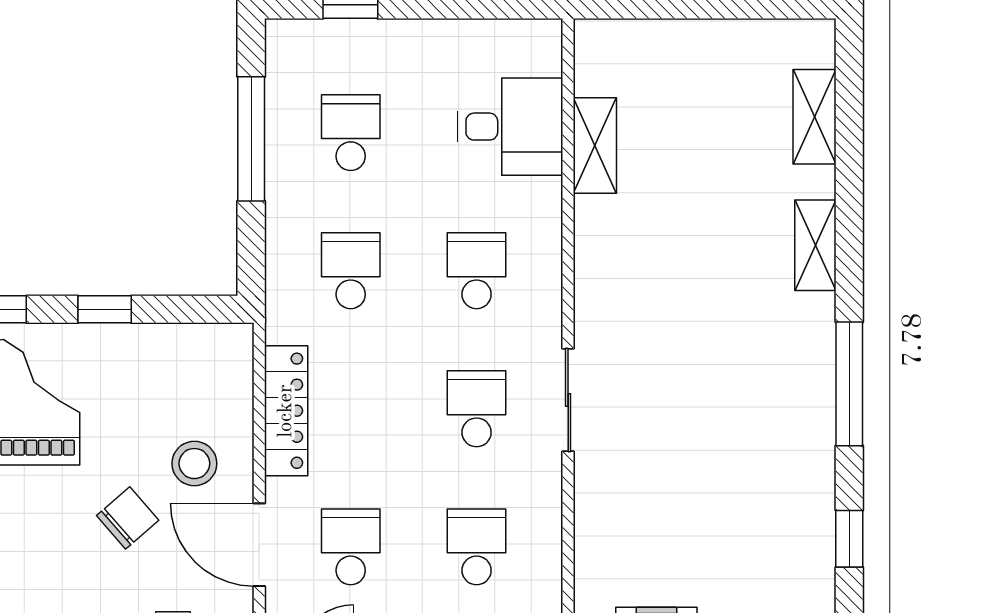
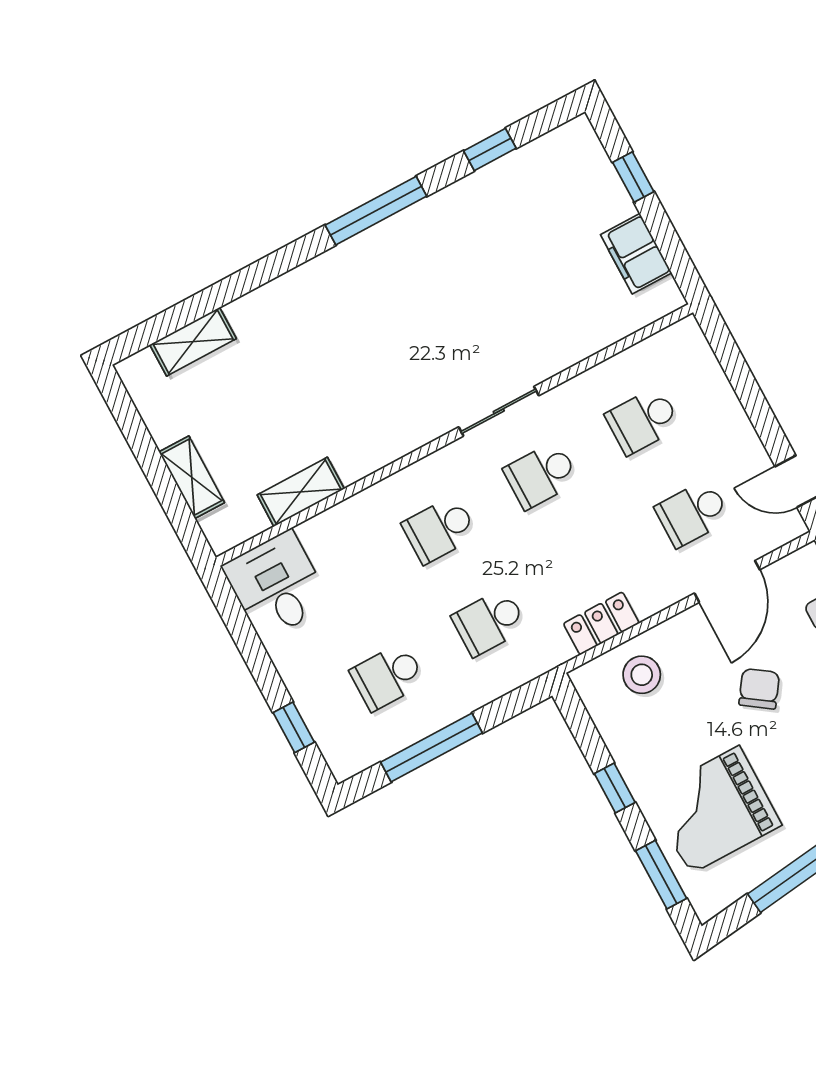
desk: (510, 127) -> (276, 585), moved
shelving: (815, 245) -> (192, 477), moved, turned 90
locker: (286, 411) -> (601, 623), width x0.66
stool: (194, 464) -> (642, 675), moved
chair: (128, 518) -> (759, 689), turned 76

